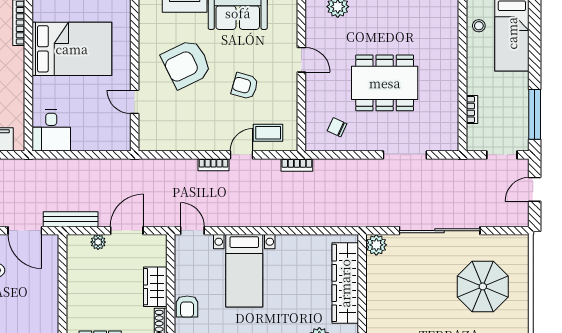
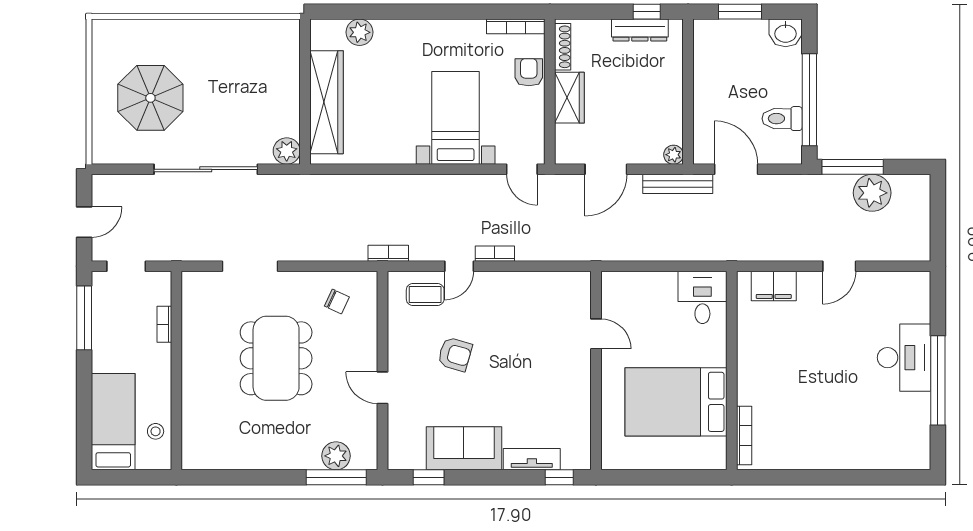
armchair: (186, 64) -> (529, 382), removed
dining table: (385, 83) -> (276, 358), turned 90
plant: (98, 242) -> (674, 155), moved

